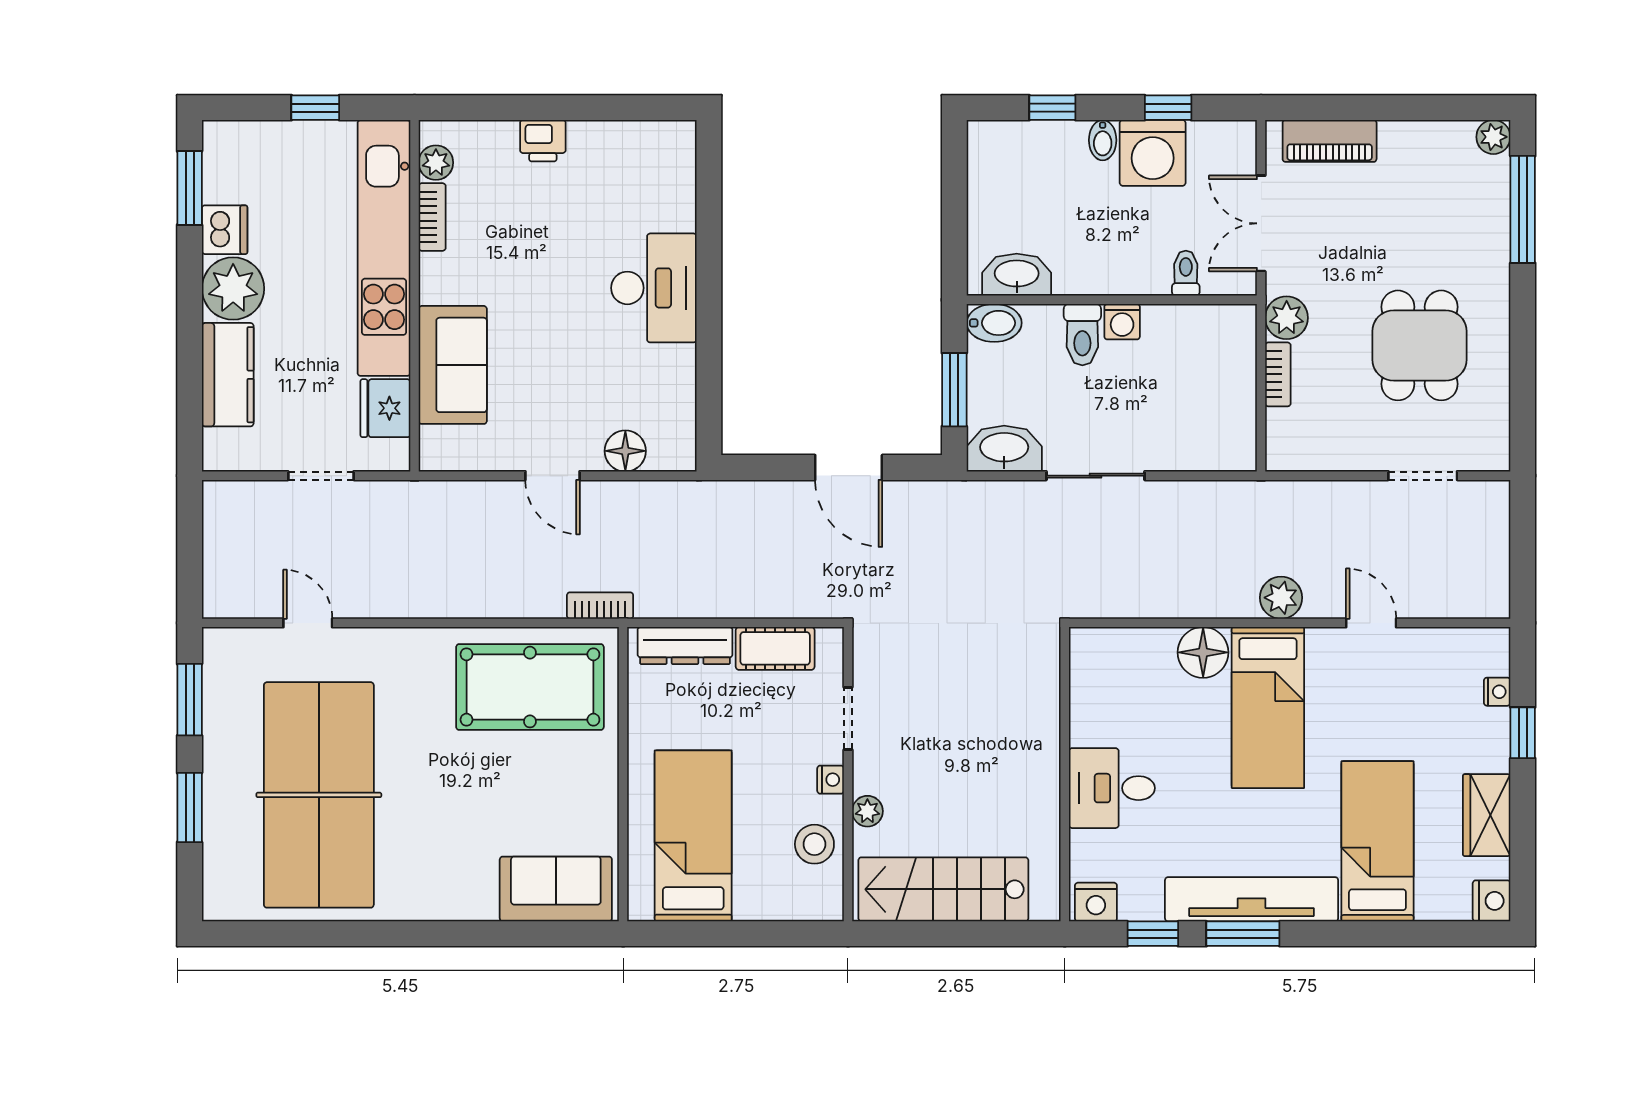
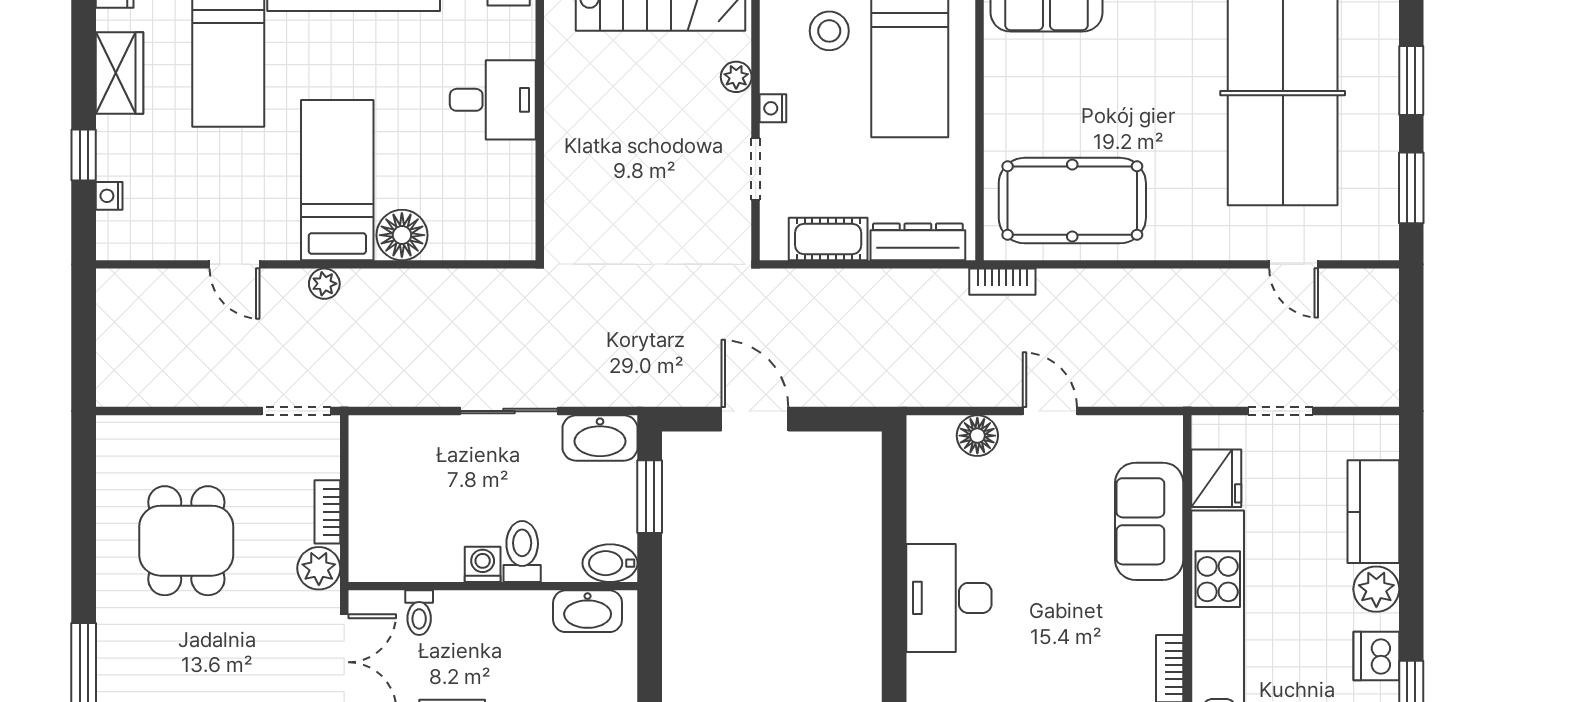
plant: (233, 289) -> (1376, 589), width x0.73, depth x0.73
doorway: (1423, 476) -> (296, 411), moved
plant: (1281, 598) -> (324, 284), width x0.73, depth x0.73
stool: (814, 844) -> (829, 31), moved

